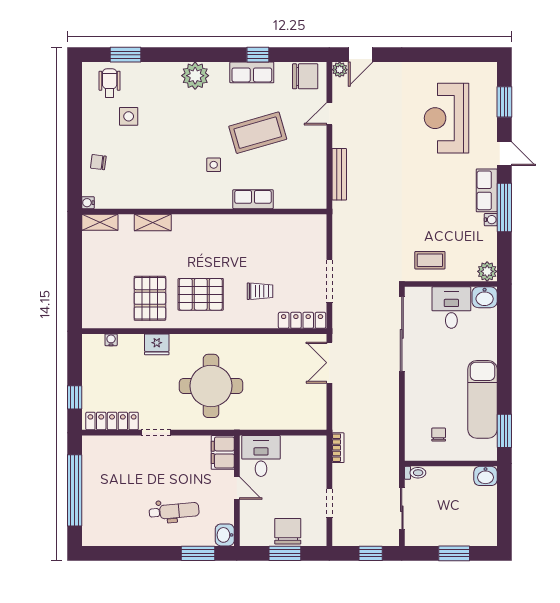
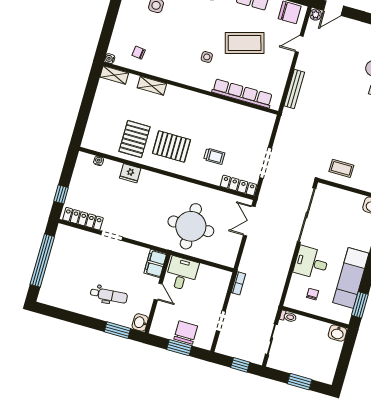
chair: (98, 162) -> (139, 53), moved
row of seats: (253, 199) -> (242, 93), width x2.02
desk: (451, 308) -> (311, 263), moved, turned -90
round table: (211, 386) -> (191, 226), moved

